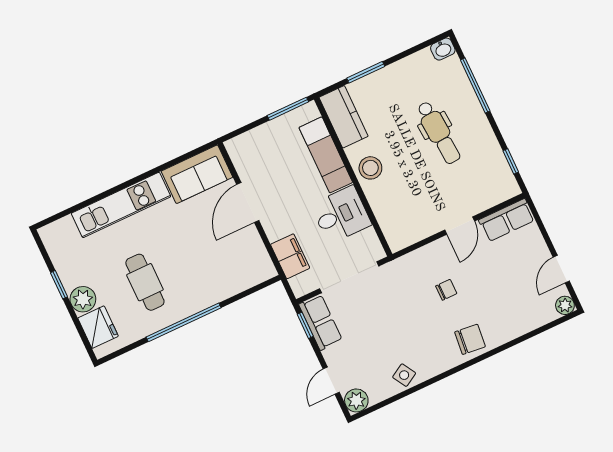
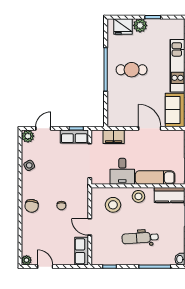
stool: (405, 204) -> (113, 205), added
cafe table: (145, 282) -> (132, 70), moved
door: (331, 381) -> (43, 128), hinge flipped

